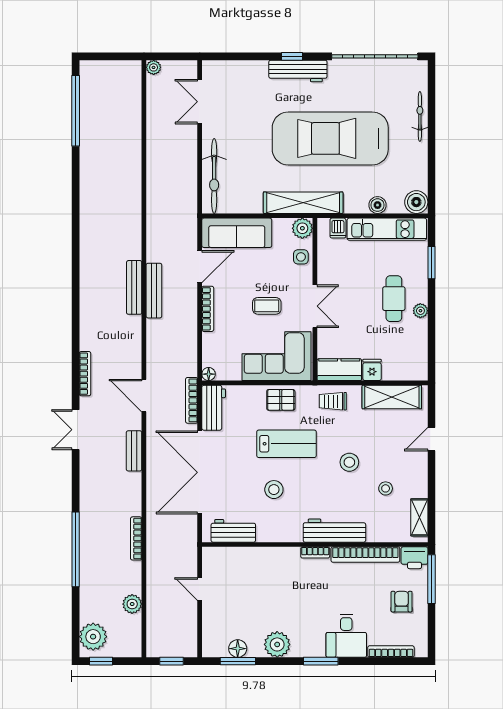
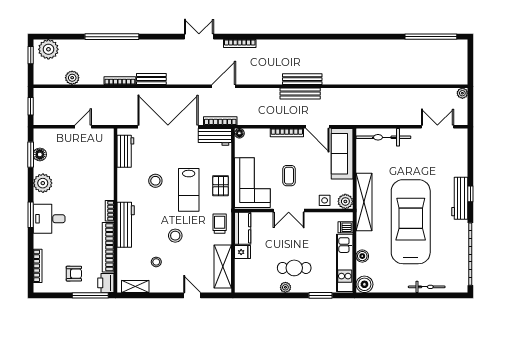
bench: (134, 451) -> (151, 79), moved
desk: (346, 636) -> (49, 219), moved

